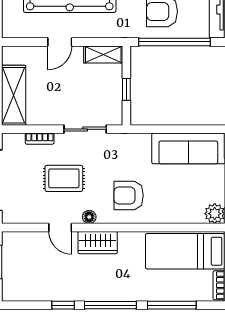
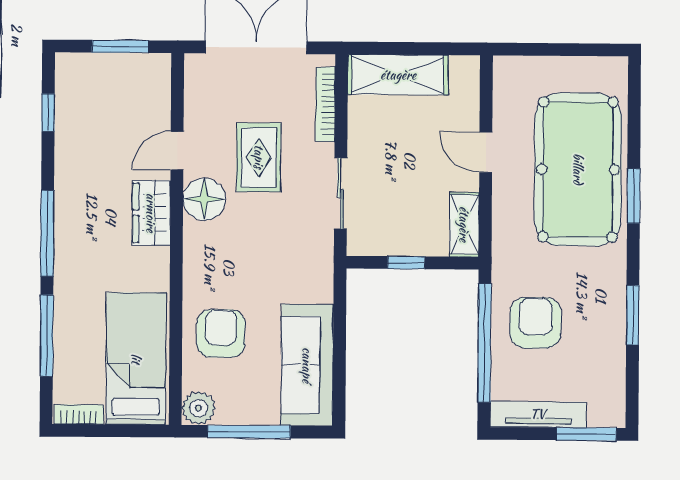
bookcase: (40, 139) -> (325, 104), width x1.56
armchair: (129, 195) -> (221, 333), moved
floor lamp: (89, 217) -> (204, 199), width x1.89, depth x1.89
window: (63, 305) -> (48, 113), moved

